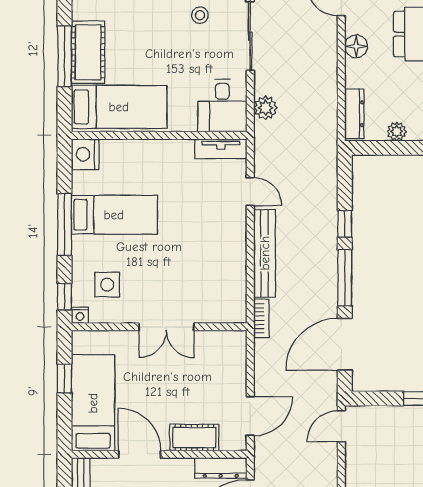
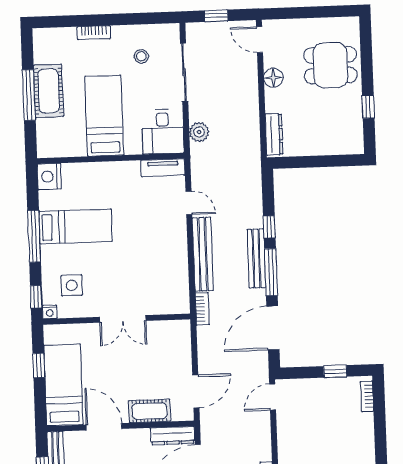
bed: (119, 107) -> (104, 116), moved, turned -90
plant: (397, 131) -> (310, 148), removed
bench: (328, 261) -> (256, 258), added

